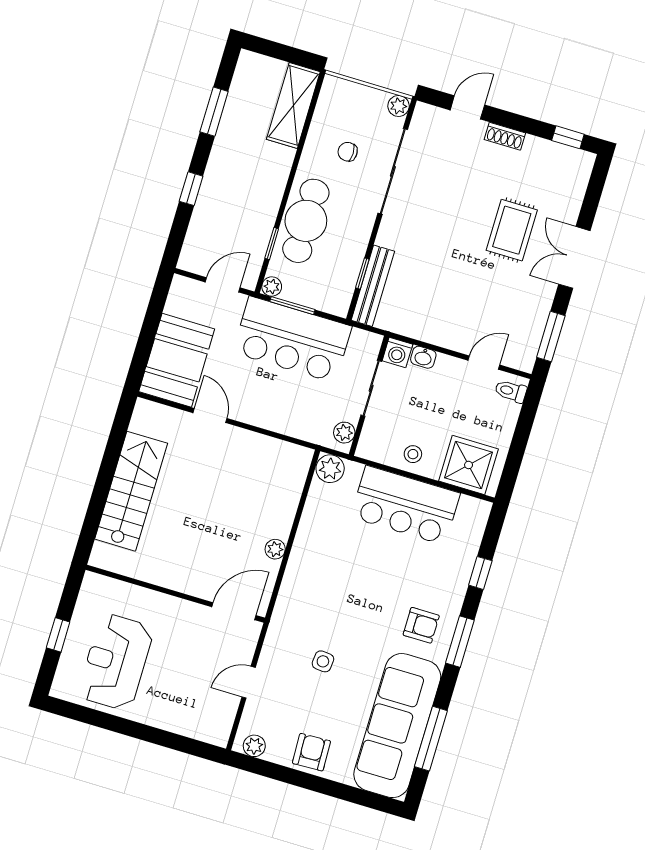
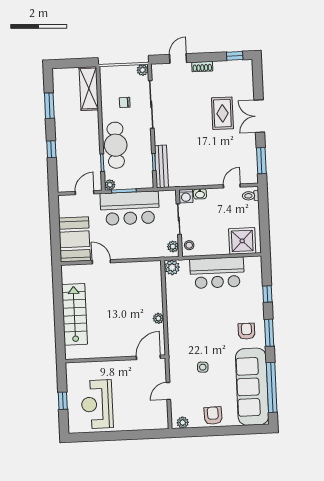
stool: (413, 454) -> (189, 245), moved
armchair: (421, 625) -> (246, 331), turned -90
window: (431, 739) -> (272, 387), width x1.46

